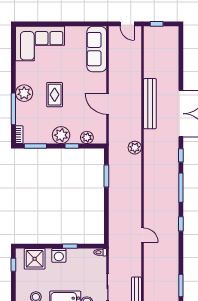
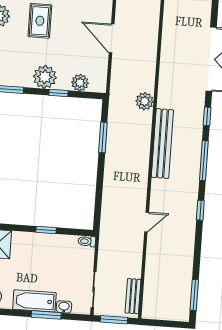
bench: (150, 104) -> (162, 143), moved
door: (142, 235) -> (147, 222), hinge flipped
washing machine: (59, 255) -> (30, 242), removed

